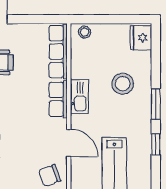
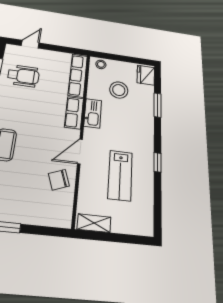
stool: (123, 84) -> (119, 90), moved
window: (156, 104) -> (158, 105), moved
door: (69, 143) -> (80, 151), swing flipped

